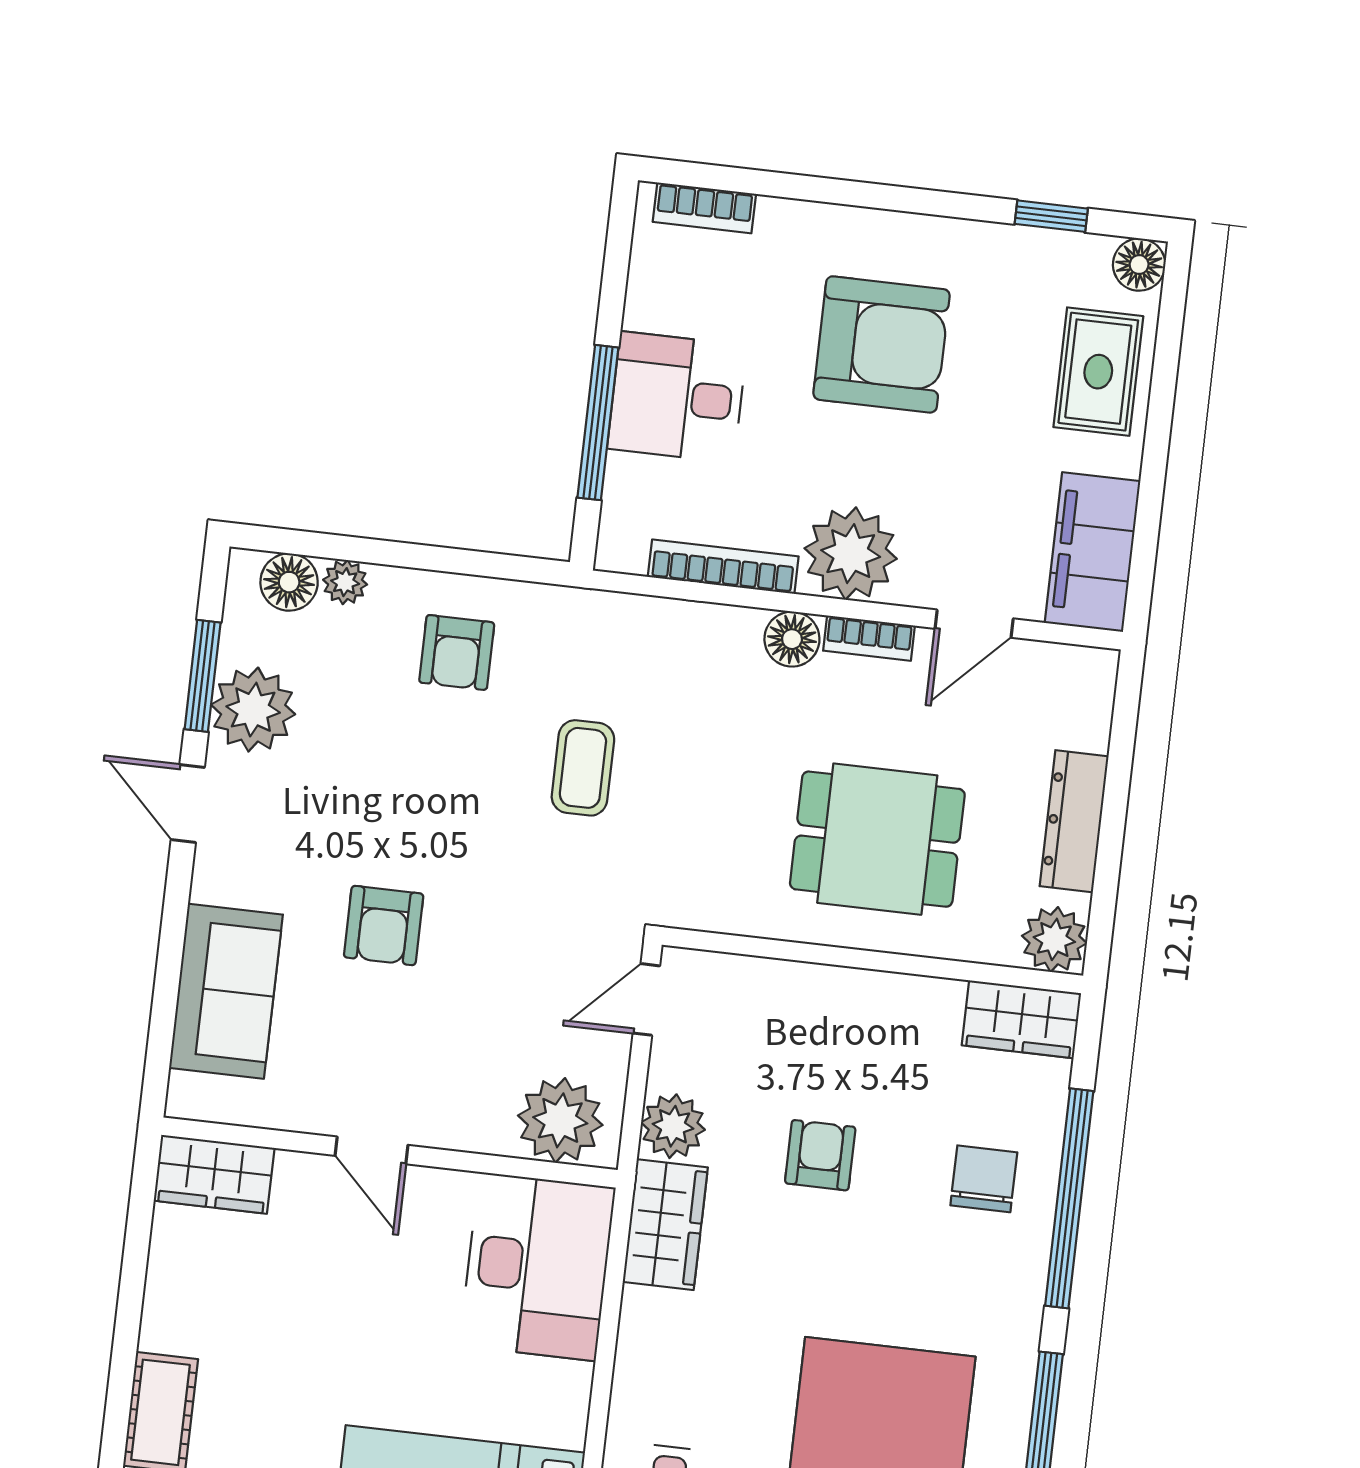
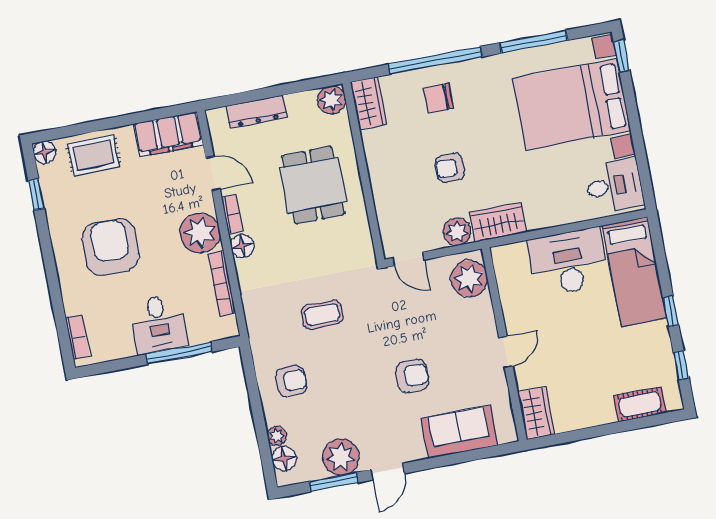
dresser: (1074, 821) -> (257, 112), moved
desk: (537, 1266) -> (569, 262), moved

